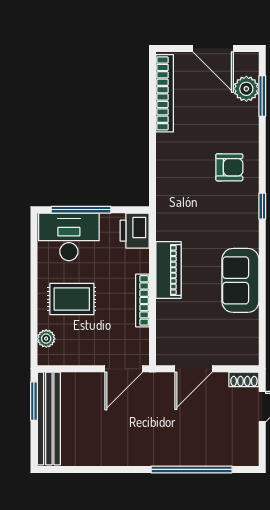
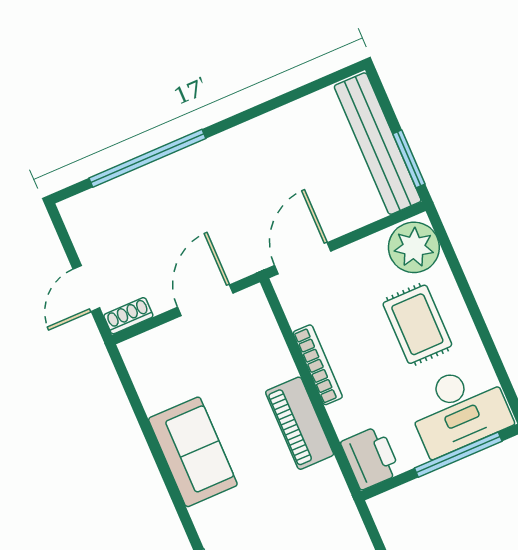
rug: (72, 299) -> (417, 324), turned 90
plant: (46, 339) -> (414, 247), width x1.88, depth x1.88

